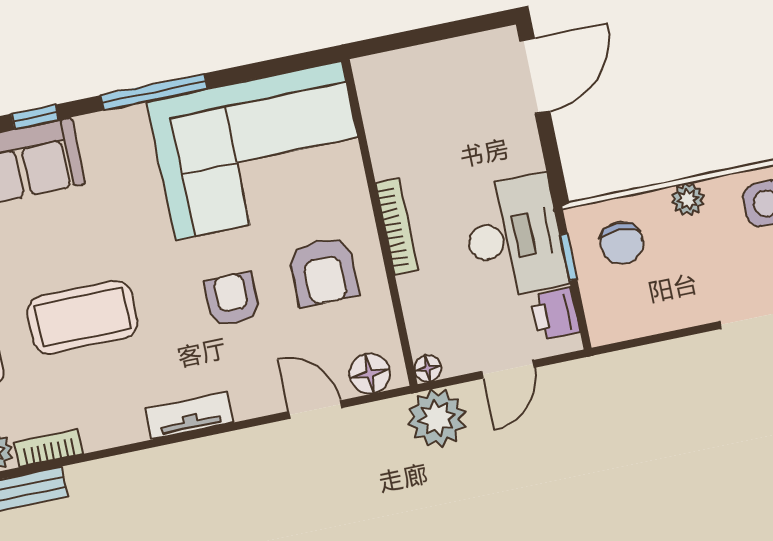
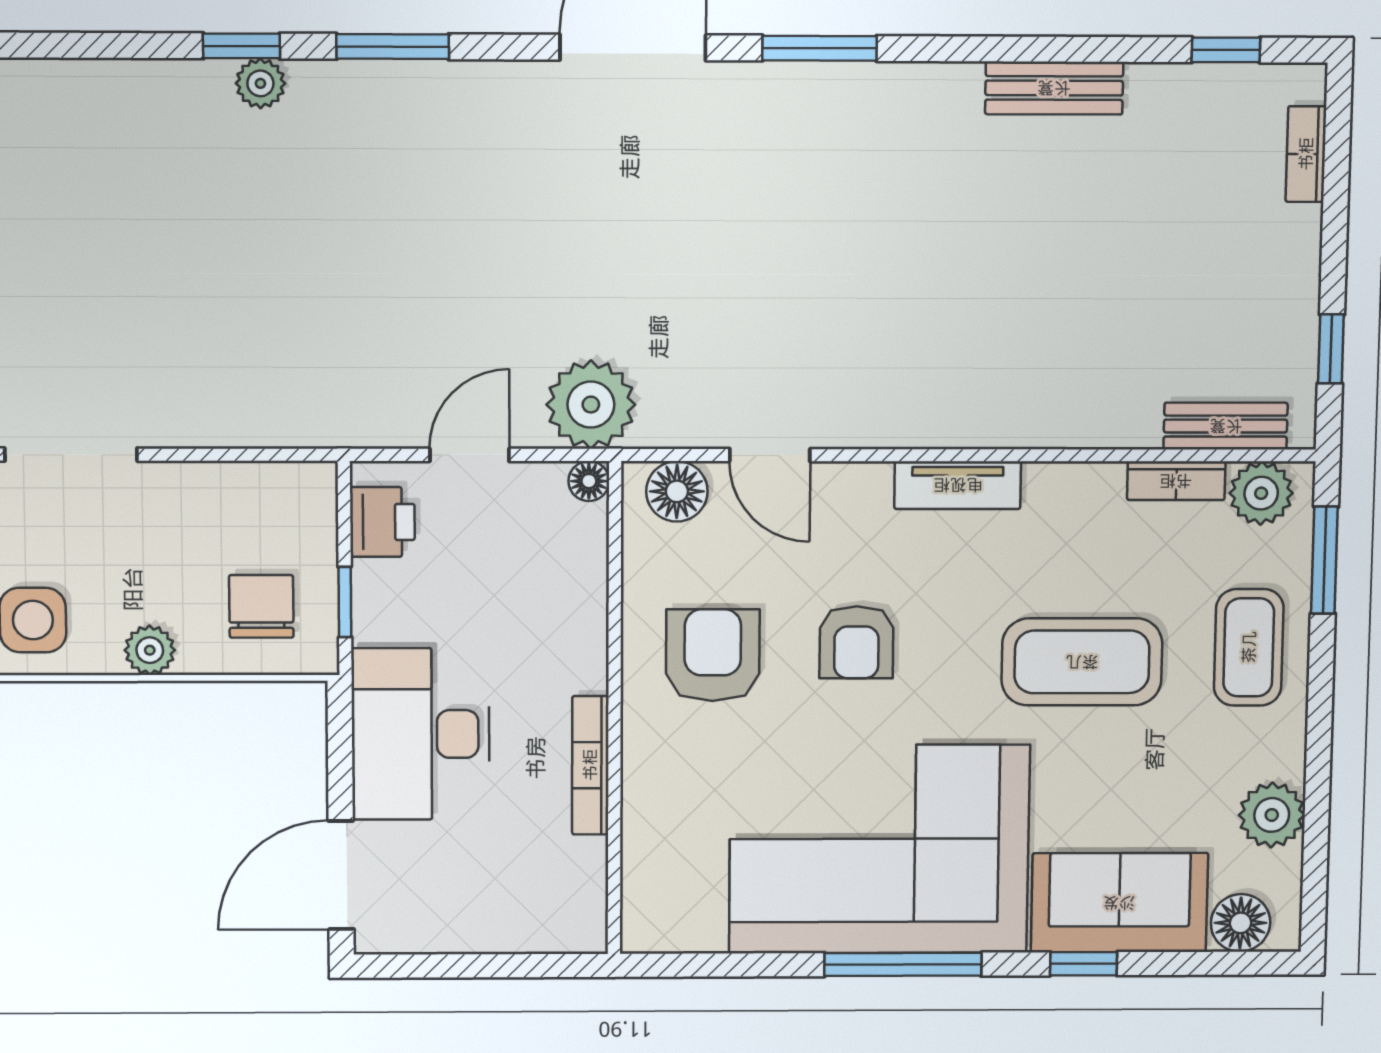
corner sofa: (259, 151) -> (879, 849), moved
bookcase: (397, 227) -> (590, 765), moved
desk: (514, 237) -> (421, 734), moved

